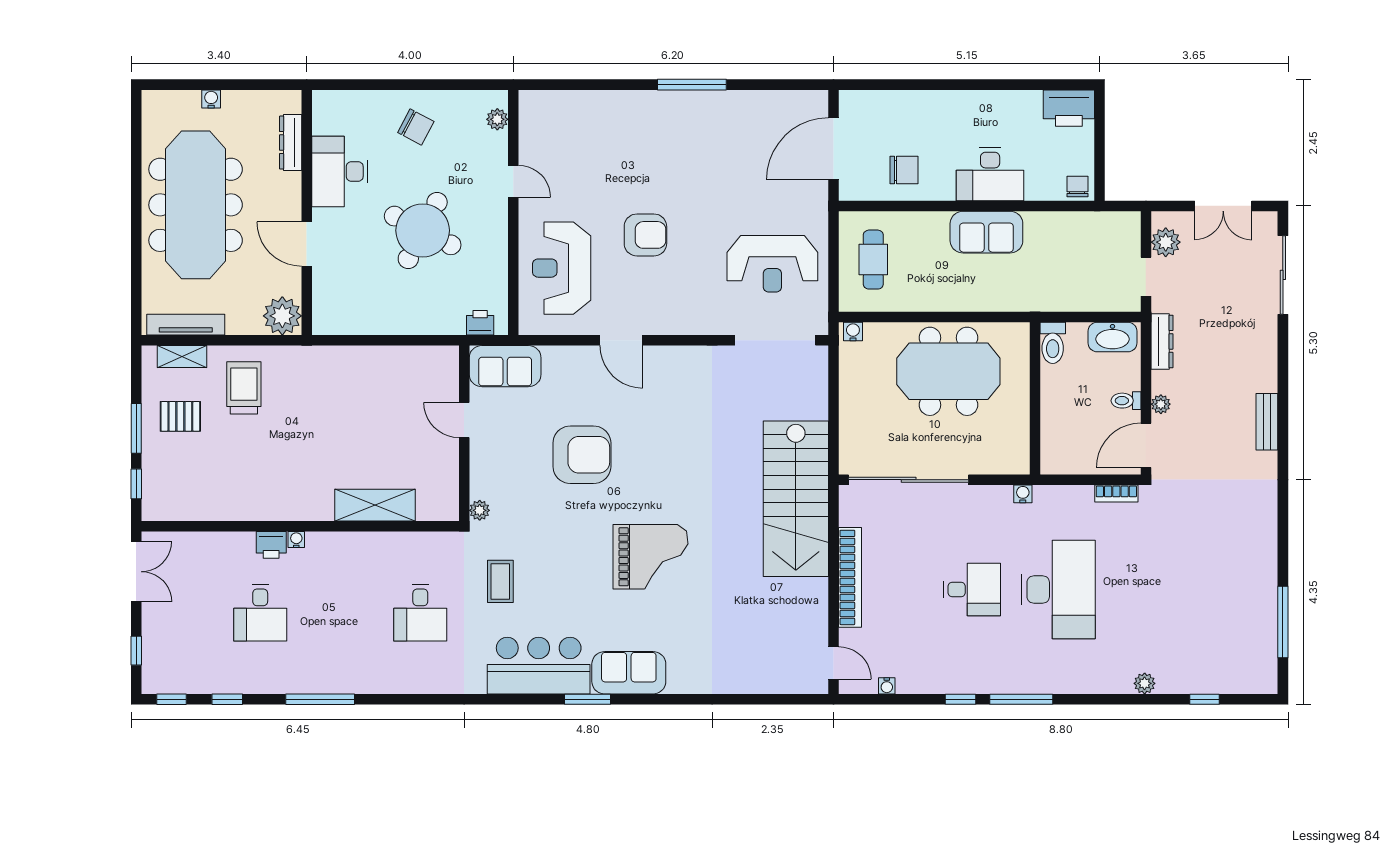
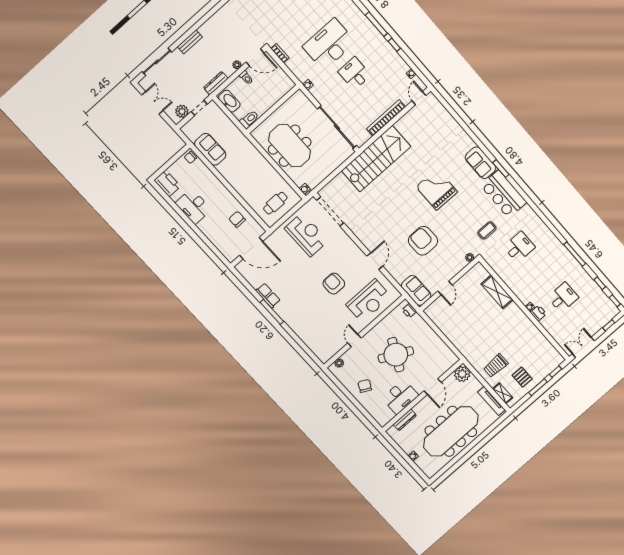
row of seats: (726, 104) -> (268, 296), added
desk: (990, 174) -> (193, 206), moved, turned 180
sofa: (986, 232) -> (210, 149), moved
bench: (1267, 422) -> (190, 42), moved

